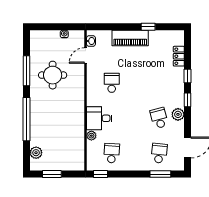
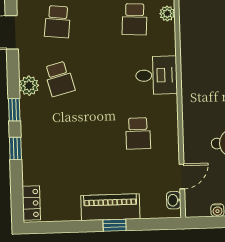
window: (148, 27) -> (115, 225), moved
locker: (179, 56) -> (31, 203), moved
plant: (91, 136) -> (167, 13), moved

